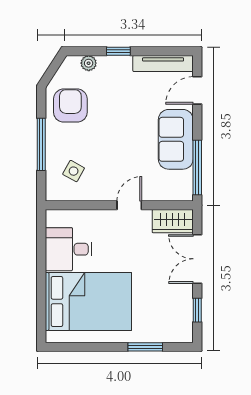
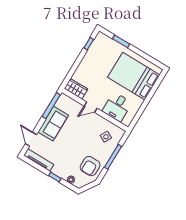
door: (197, 90) -> (31, 139), swing flipped
desk: (69, 249) -> (117, 107), moved, turned 90
double door: (197, 259) -> (75, 66), removed

